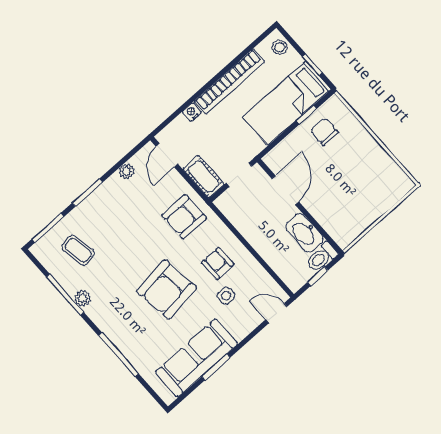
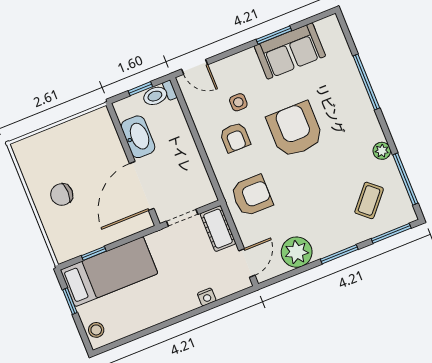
bookcase: (230, 81) -> (158, 314), removed
chair: (324, 132) -> (62, 194), moved, turned 90
plant: (127, 171) -> (297, 252), width x1.88, depth x1.88
door: (285, 190) -> (142, 186), width x1.36
coffee table: (78, 250) -> (369, 200), turned 51
toilet: (322, 257) -> (159, 94), moved, turned 180
armchair: (167, 289) -> (295, 130), turned -83
window: (65, 295) -> (405, 179), moved
sofa: (197, 358) -> (290, 51), width x0.73

